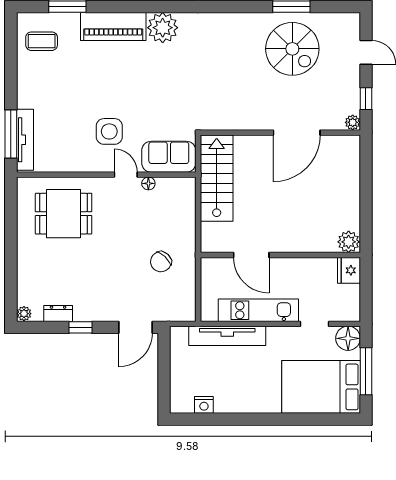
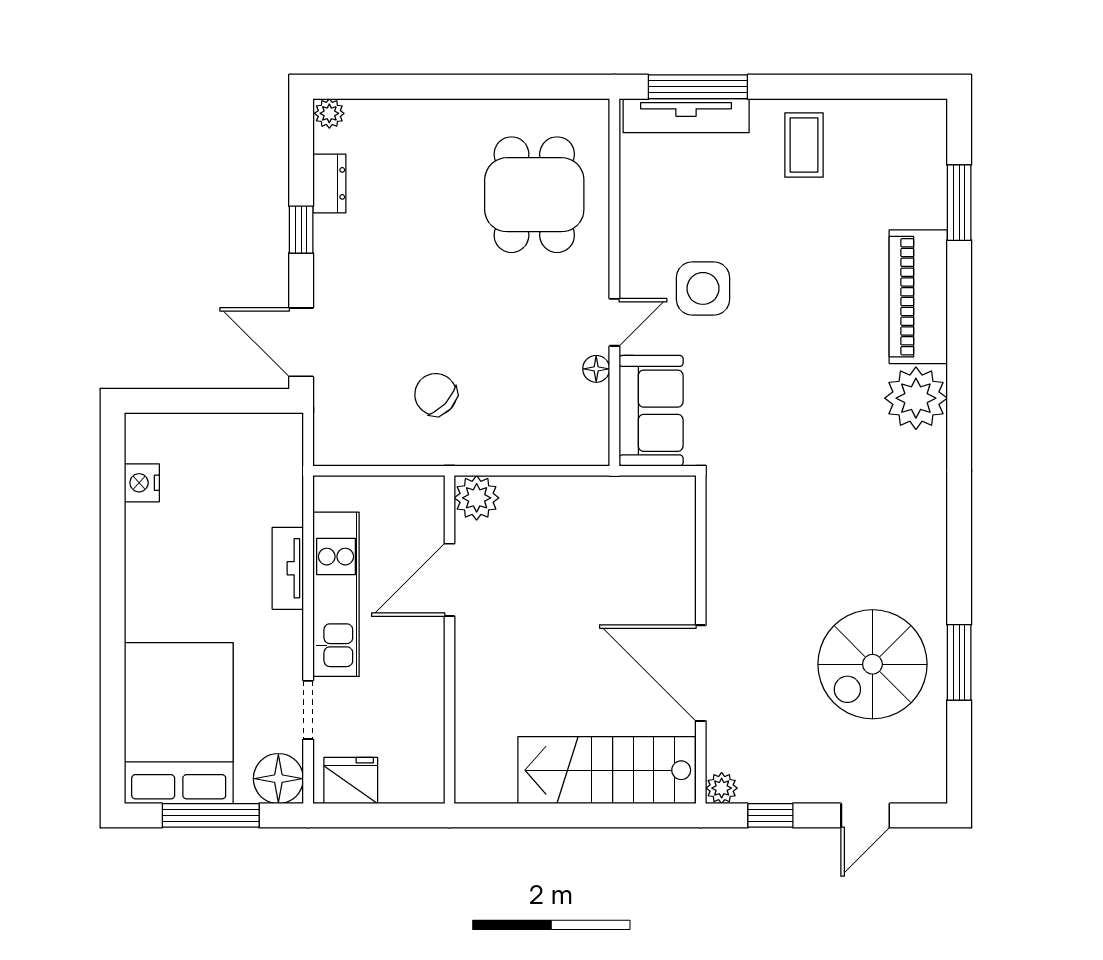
coffee table: (42, 41) -> (804, 145), moved
stairs: (217, 178) -> (607, 770), moved, turned 180
plant: (349, 242) -> (477, 498), moved
fridge: (349, 270) -> (351, 781), moved
tv unit: (227, 336) -> (288, 568), width x0.52, depth x0.78

